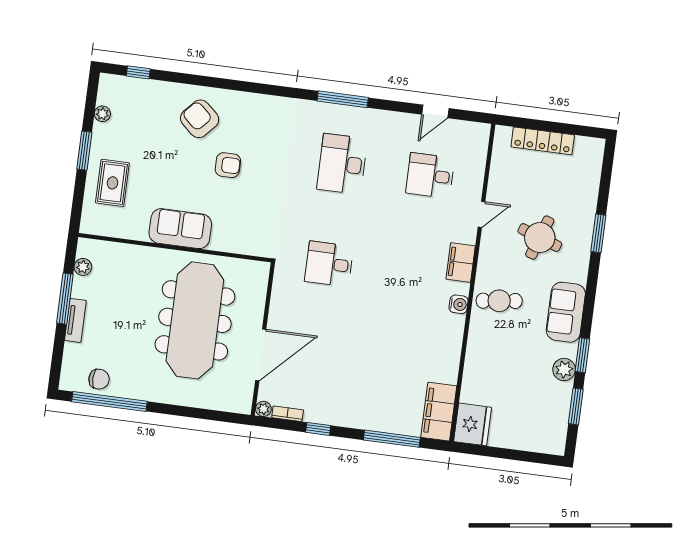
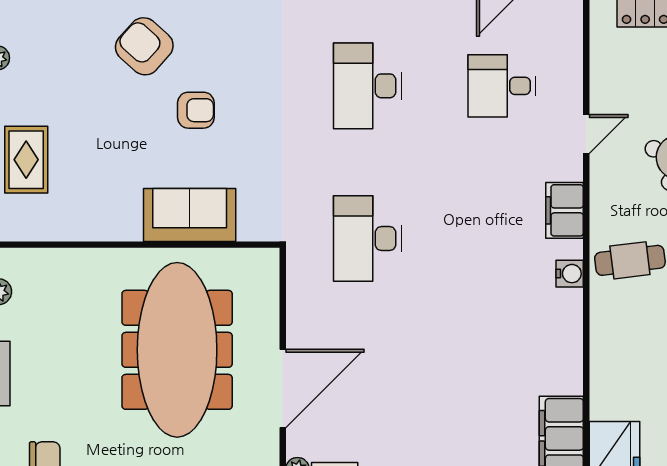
sofa: (180, 229) -> (190, 215), moved
desk: (329, 264) -> (367, 239), width x1.37

